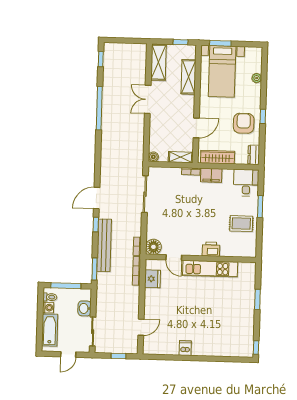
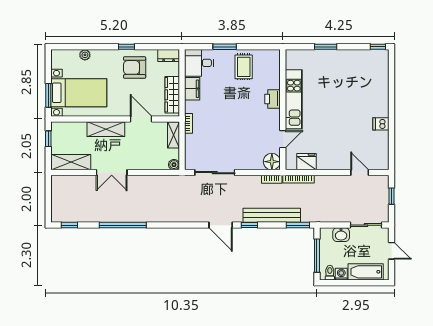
shelving: (188, 77) -> (106, 129), moved
filing cabinet: (211, 175) -> (192, 89), moved

